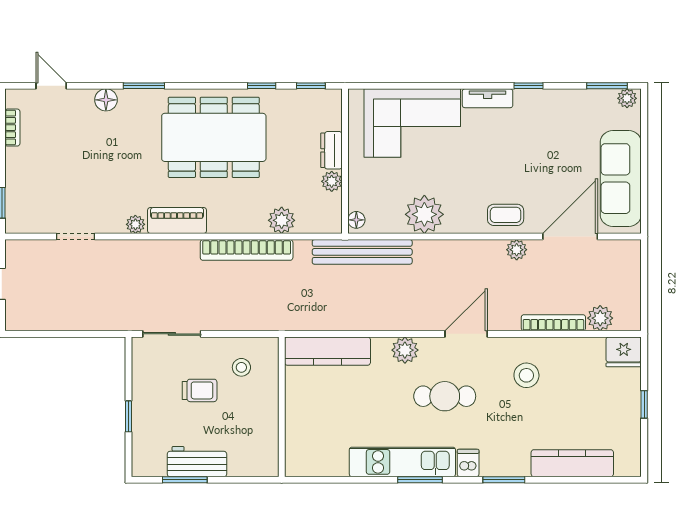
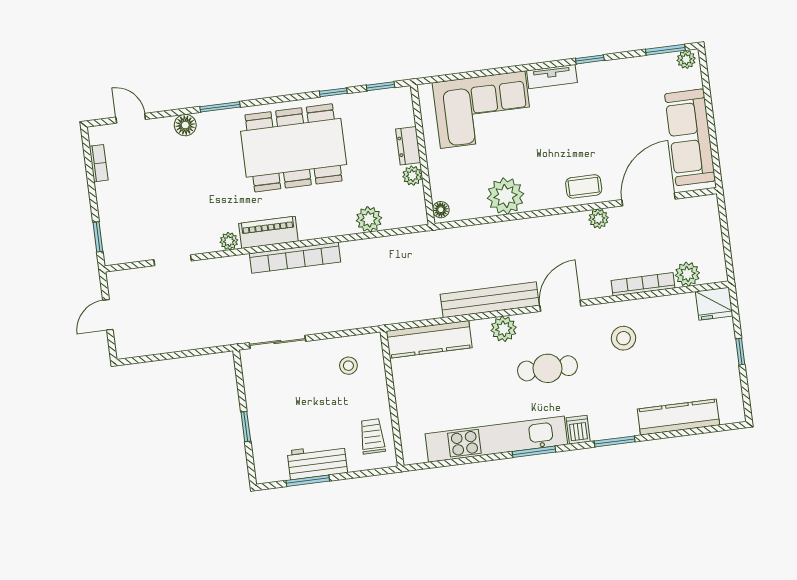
bookcase: (247, 250) -> (295, 258), moved
bench: (362, 252) -> (490, 300), moved
trolley: (200, 390) -> (372, 436), moved, turned -90
kitchen unit: (402, 462) -> (496, 439), width x1.36

